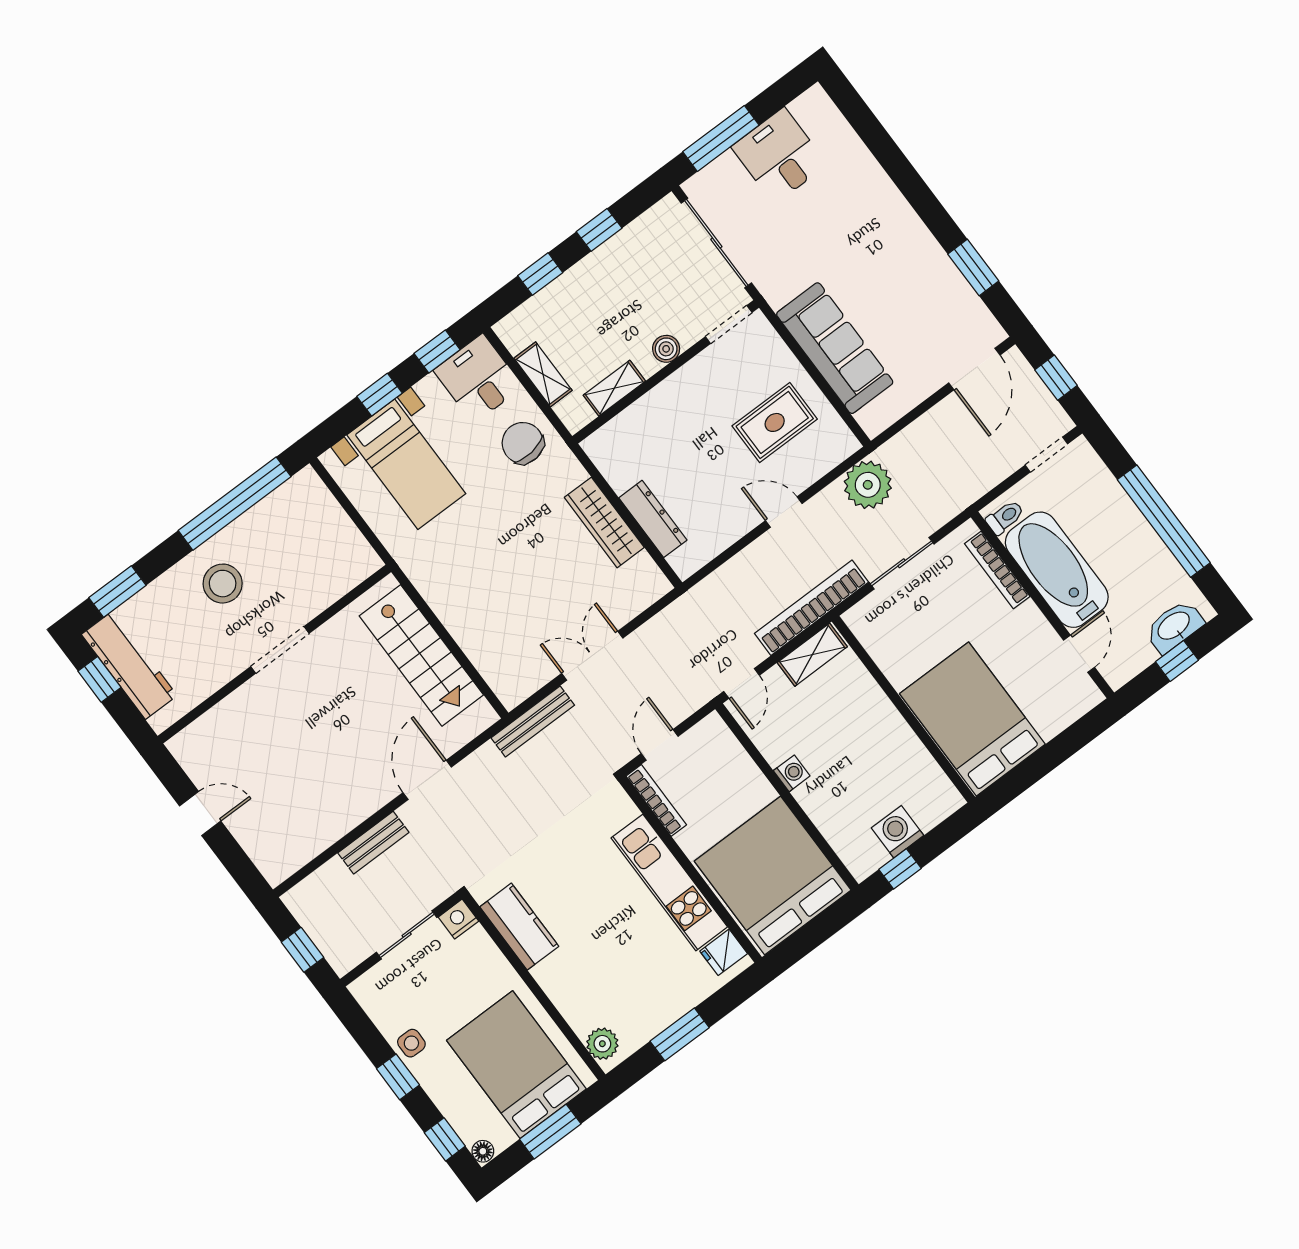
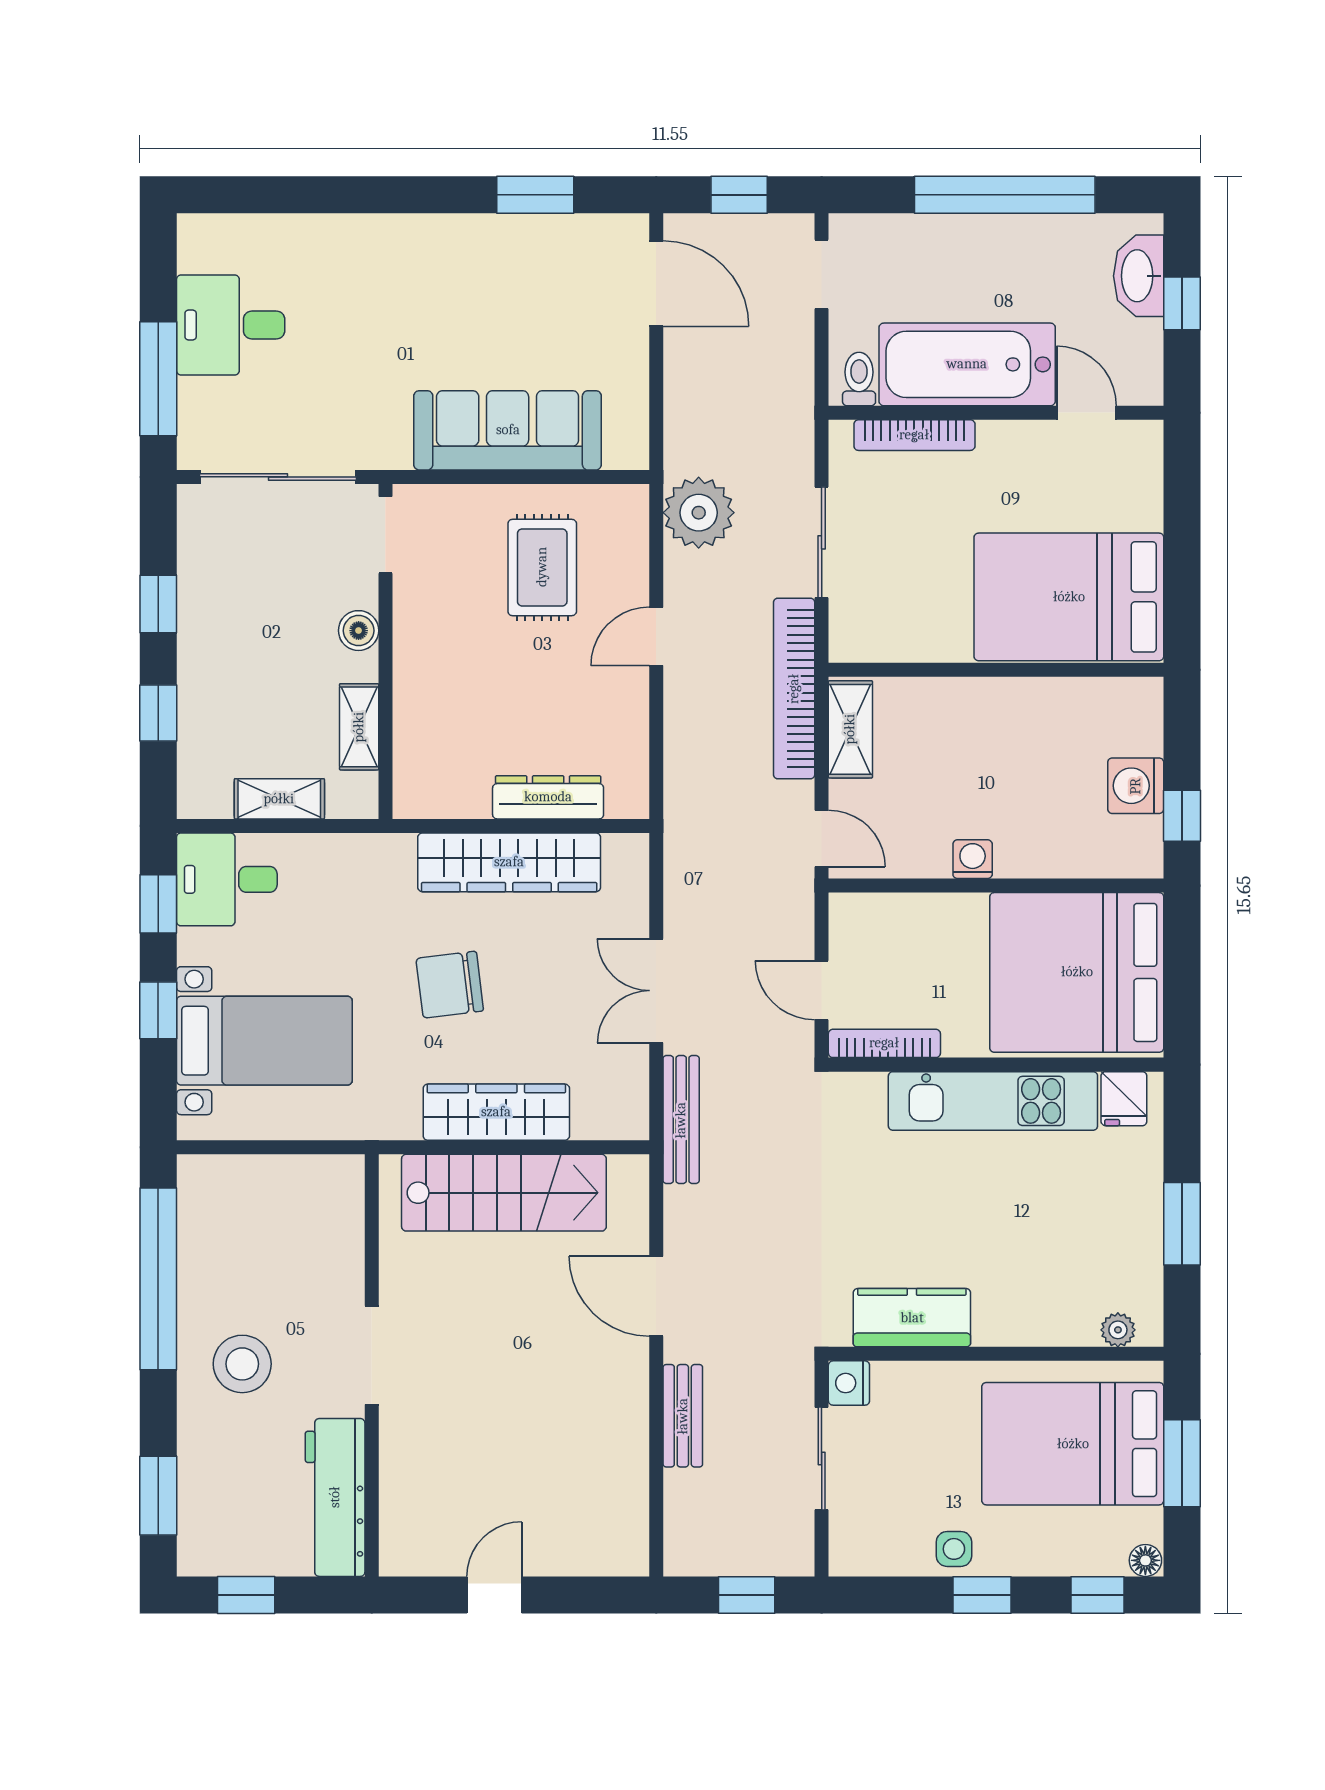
chair: (523, 443) -> (450, 985), moved
wardrobe: (604, 522) -> (509, 862), width x1.40, depth x1.17
wardrobe: (462, 619) -> (496, 1112), added
workbench: (129, 665) -> (335, 1497), moved, turned -90
plant: (602, 1044) -> (1118, 1330), width x0.73, depth x0.73

